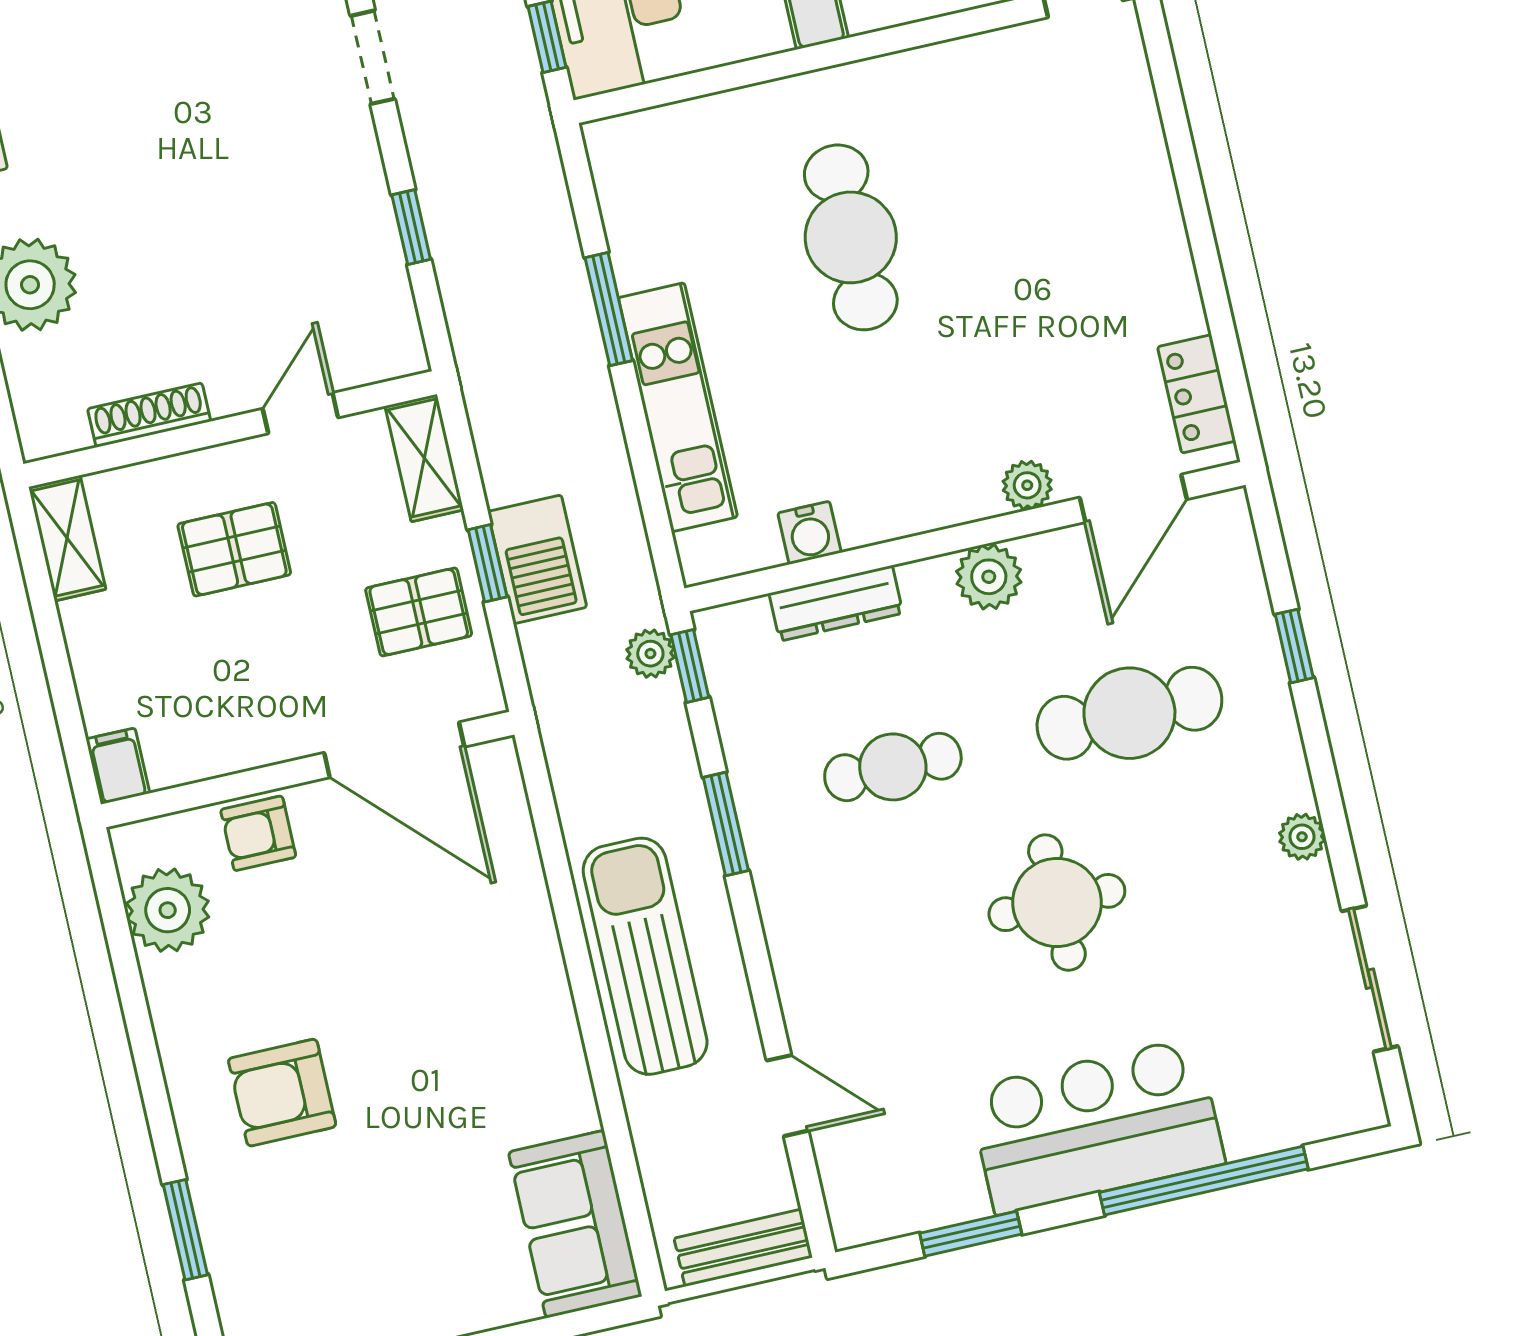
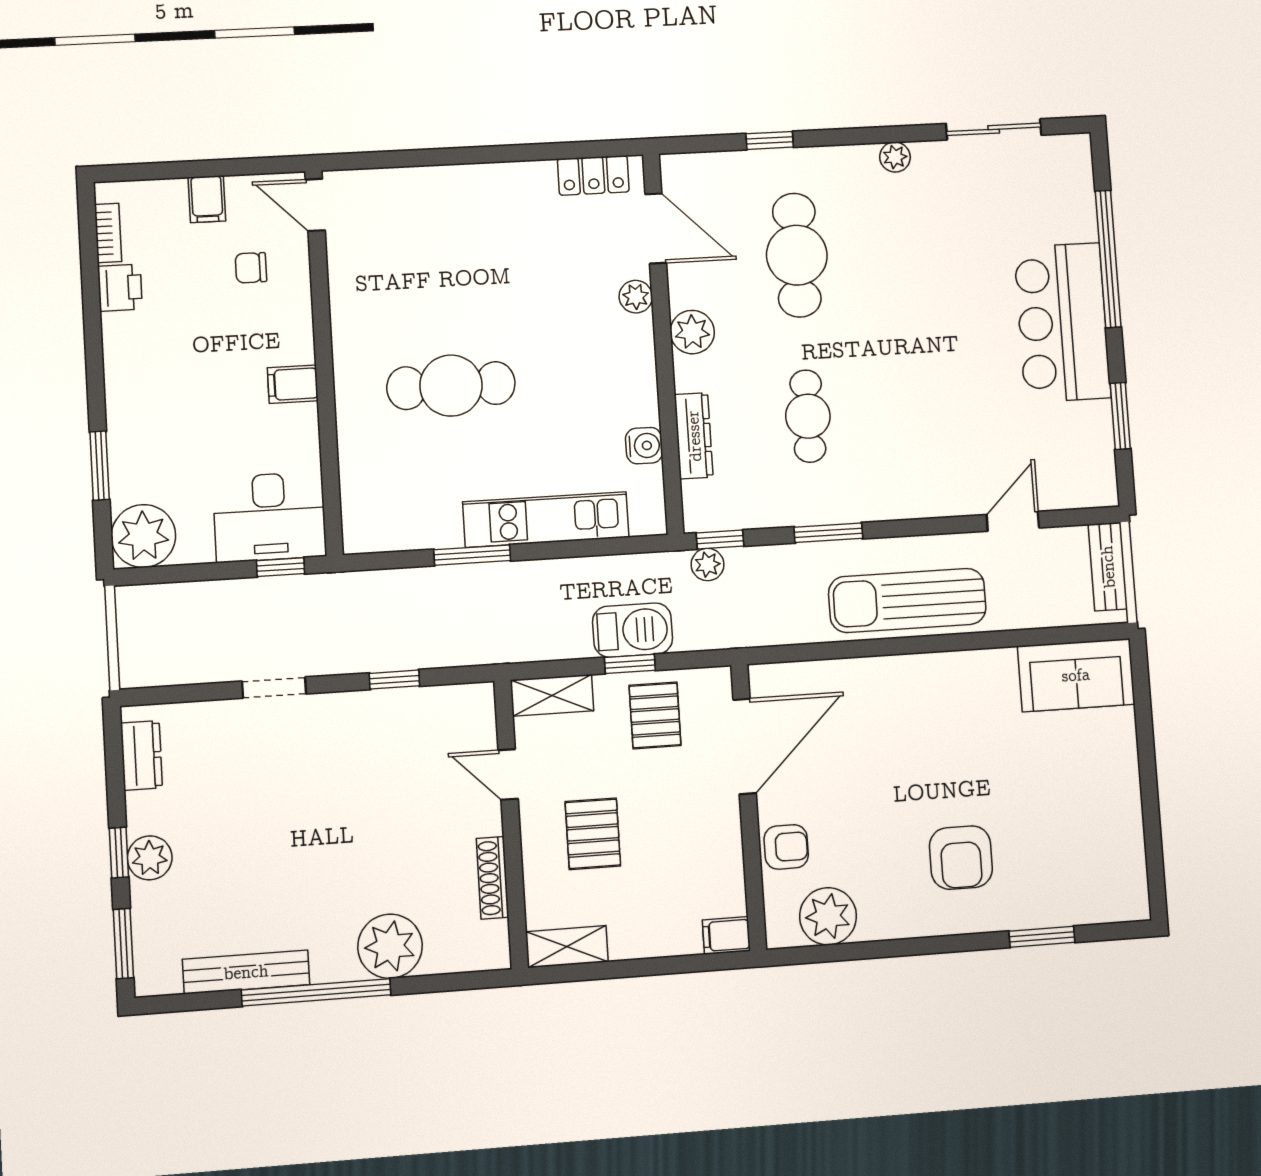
armchair: (258, 833) -> (786, 847), turned -90
round table: (1057, 903) -> (913, 323), removed

